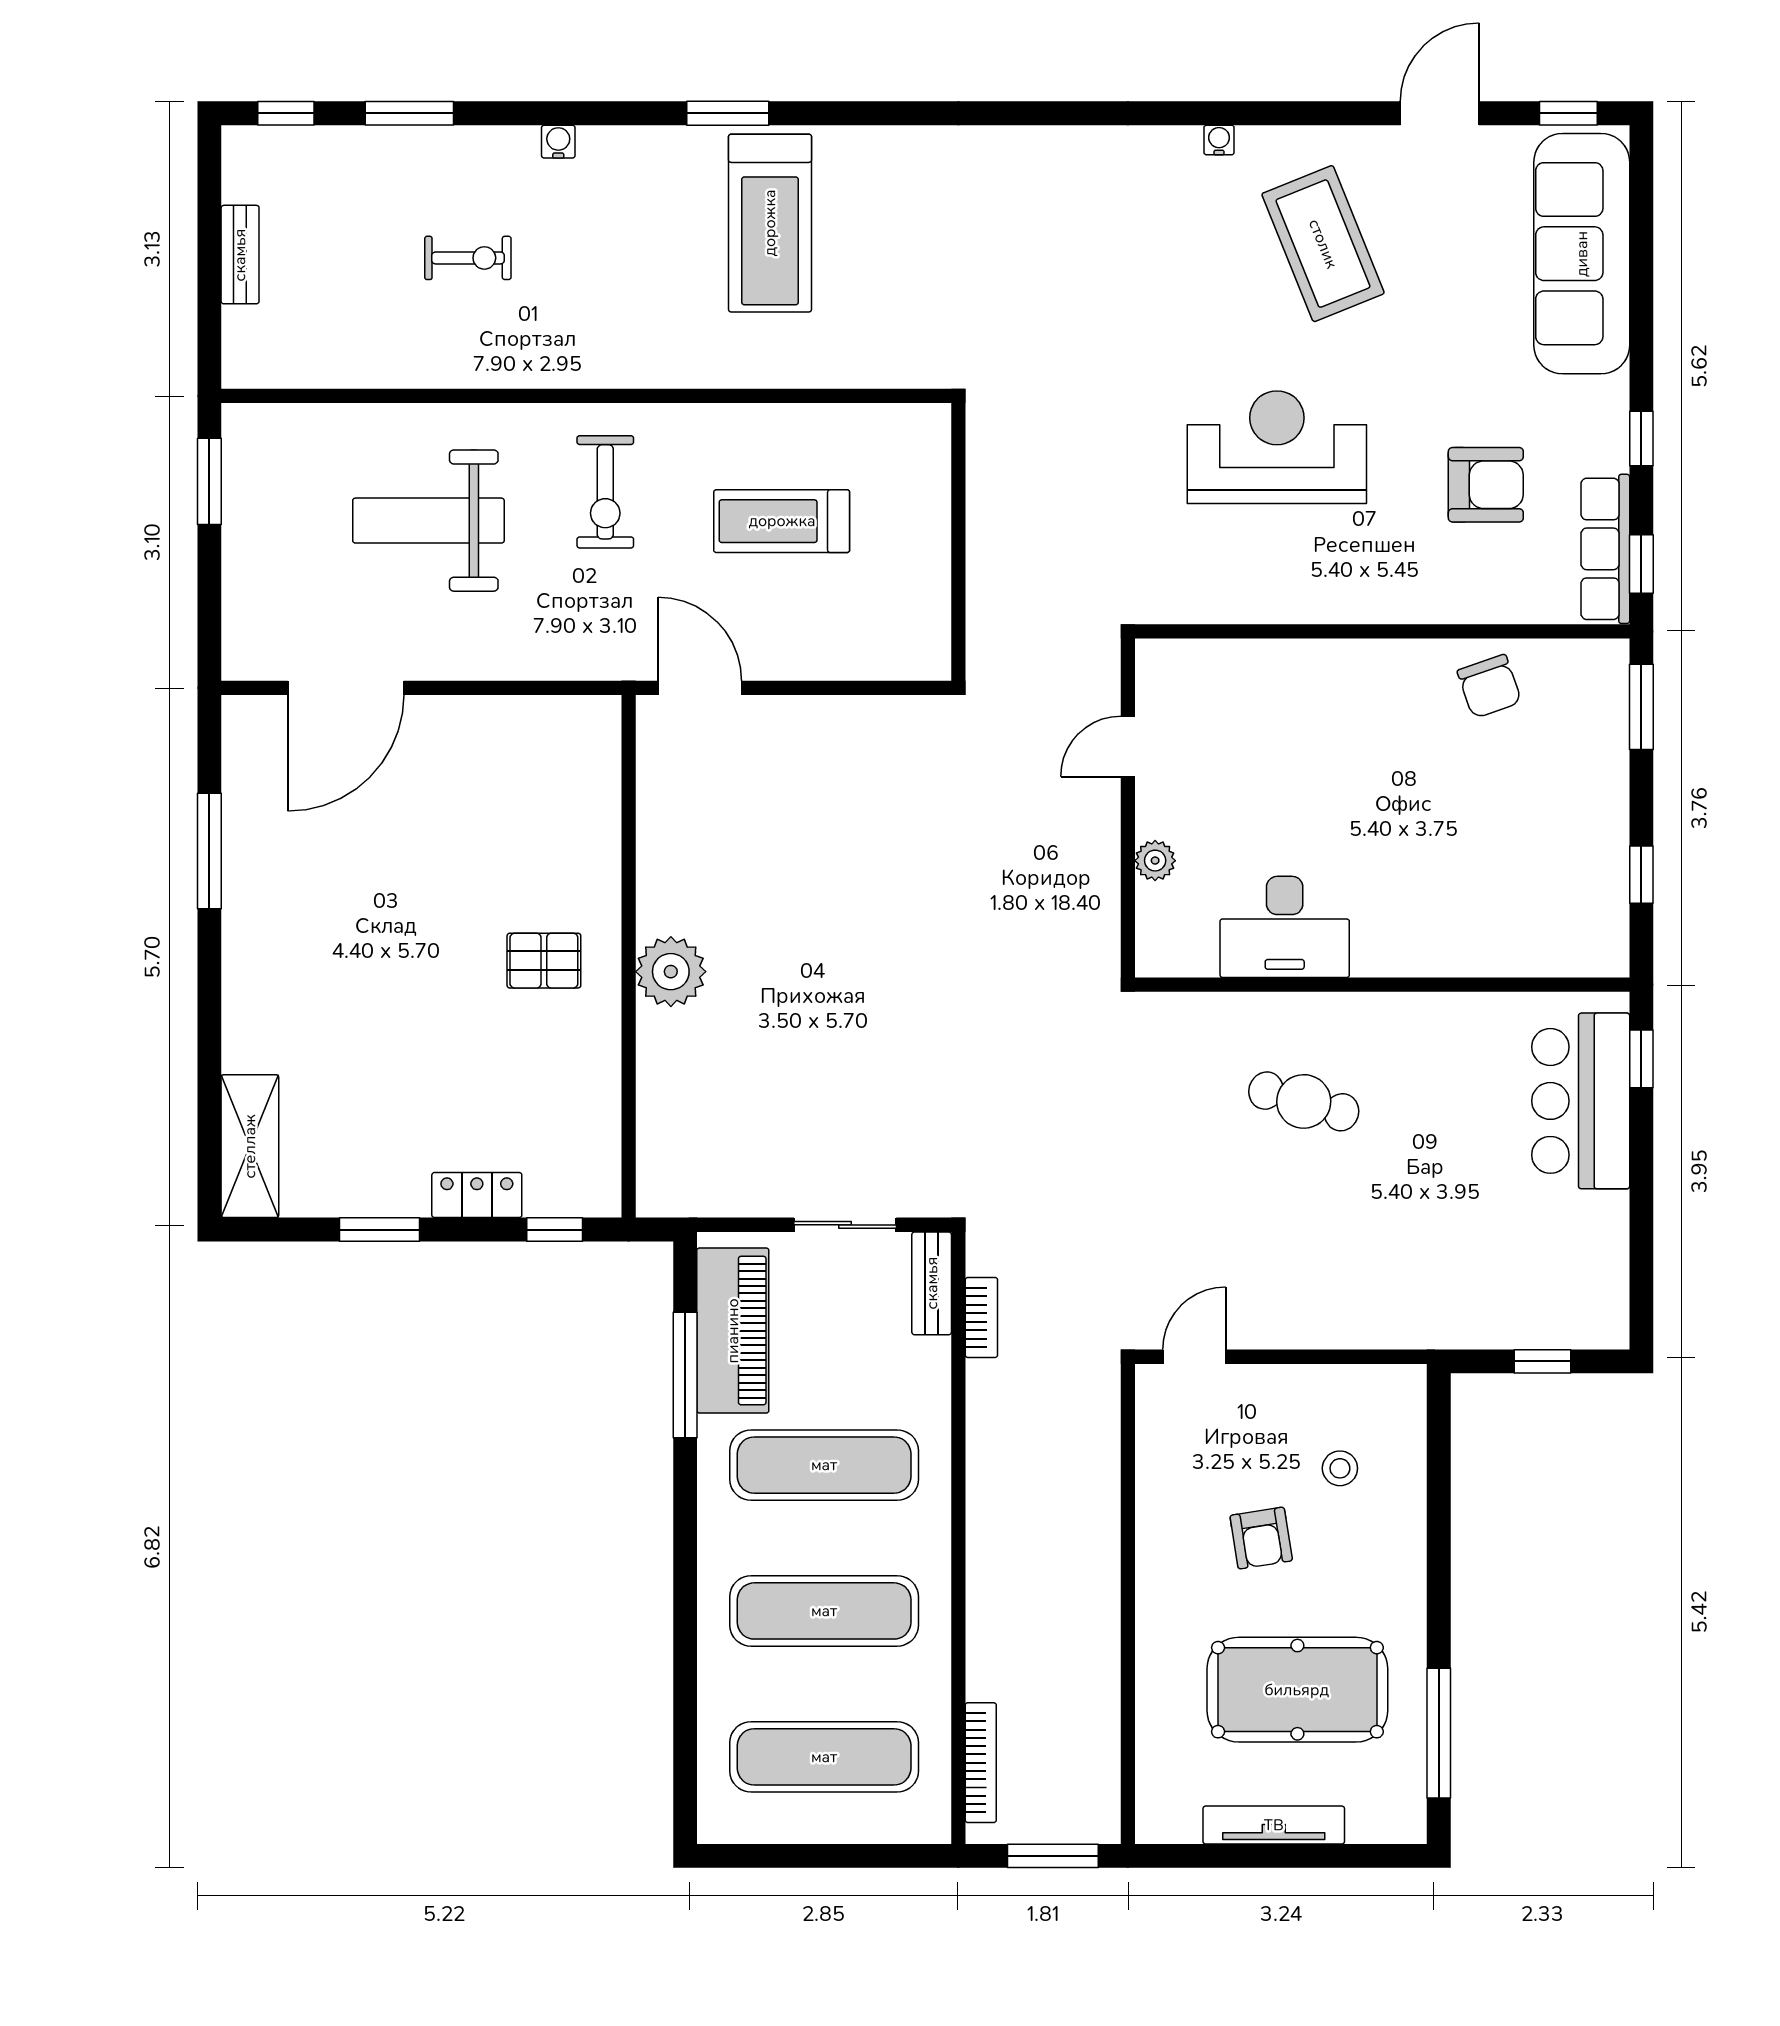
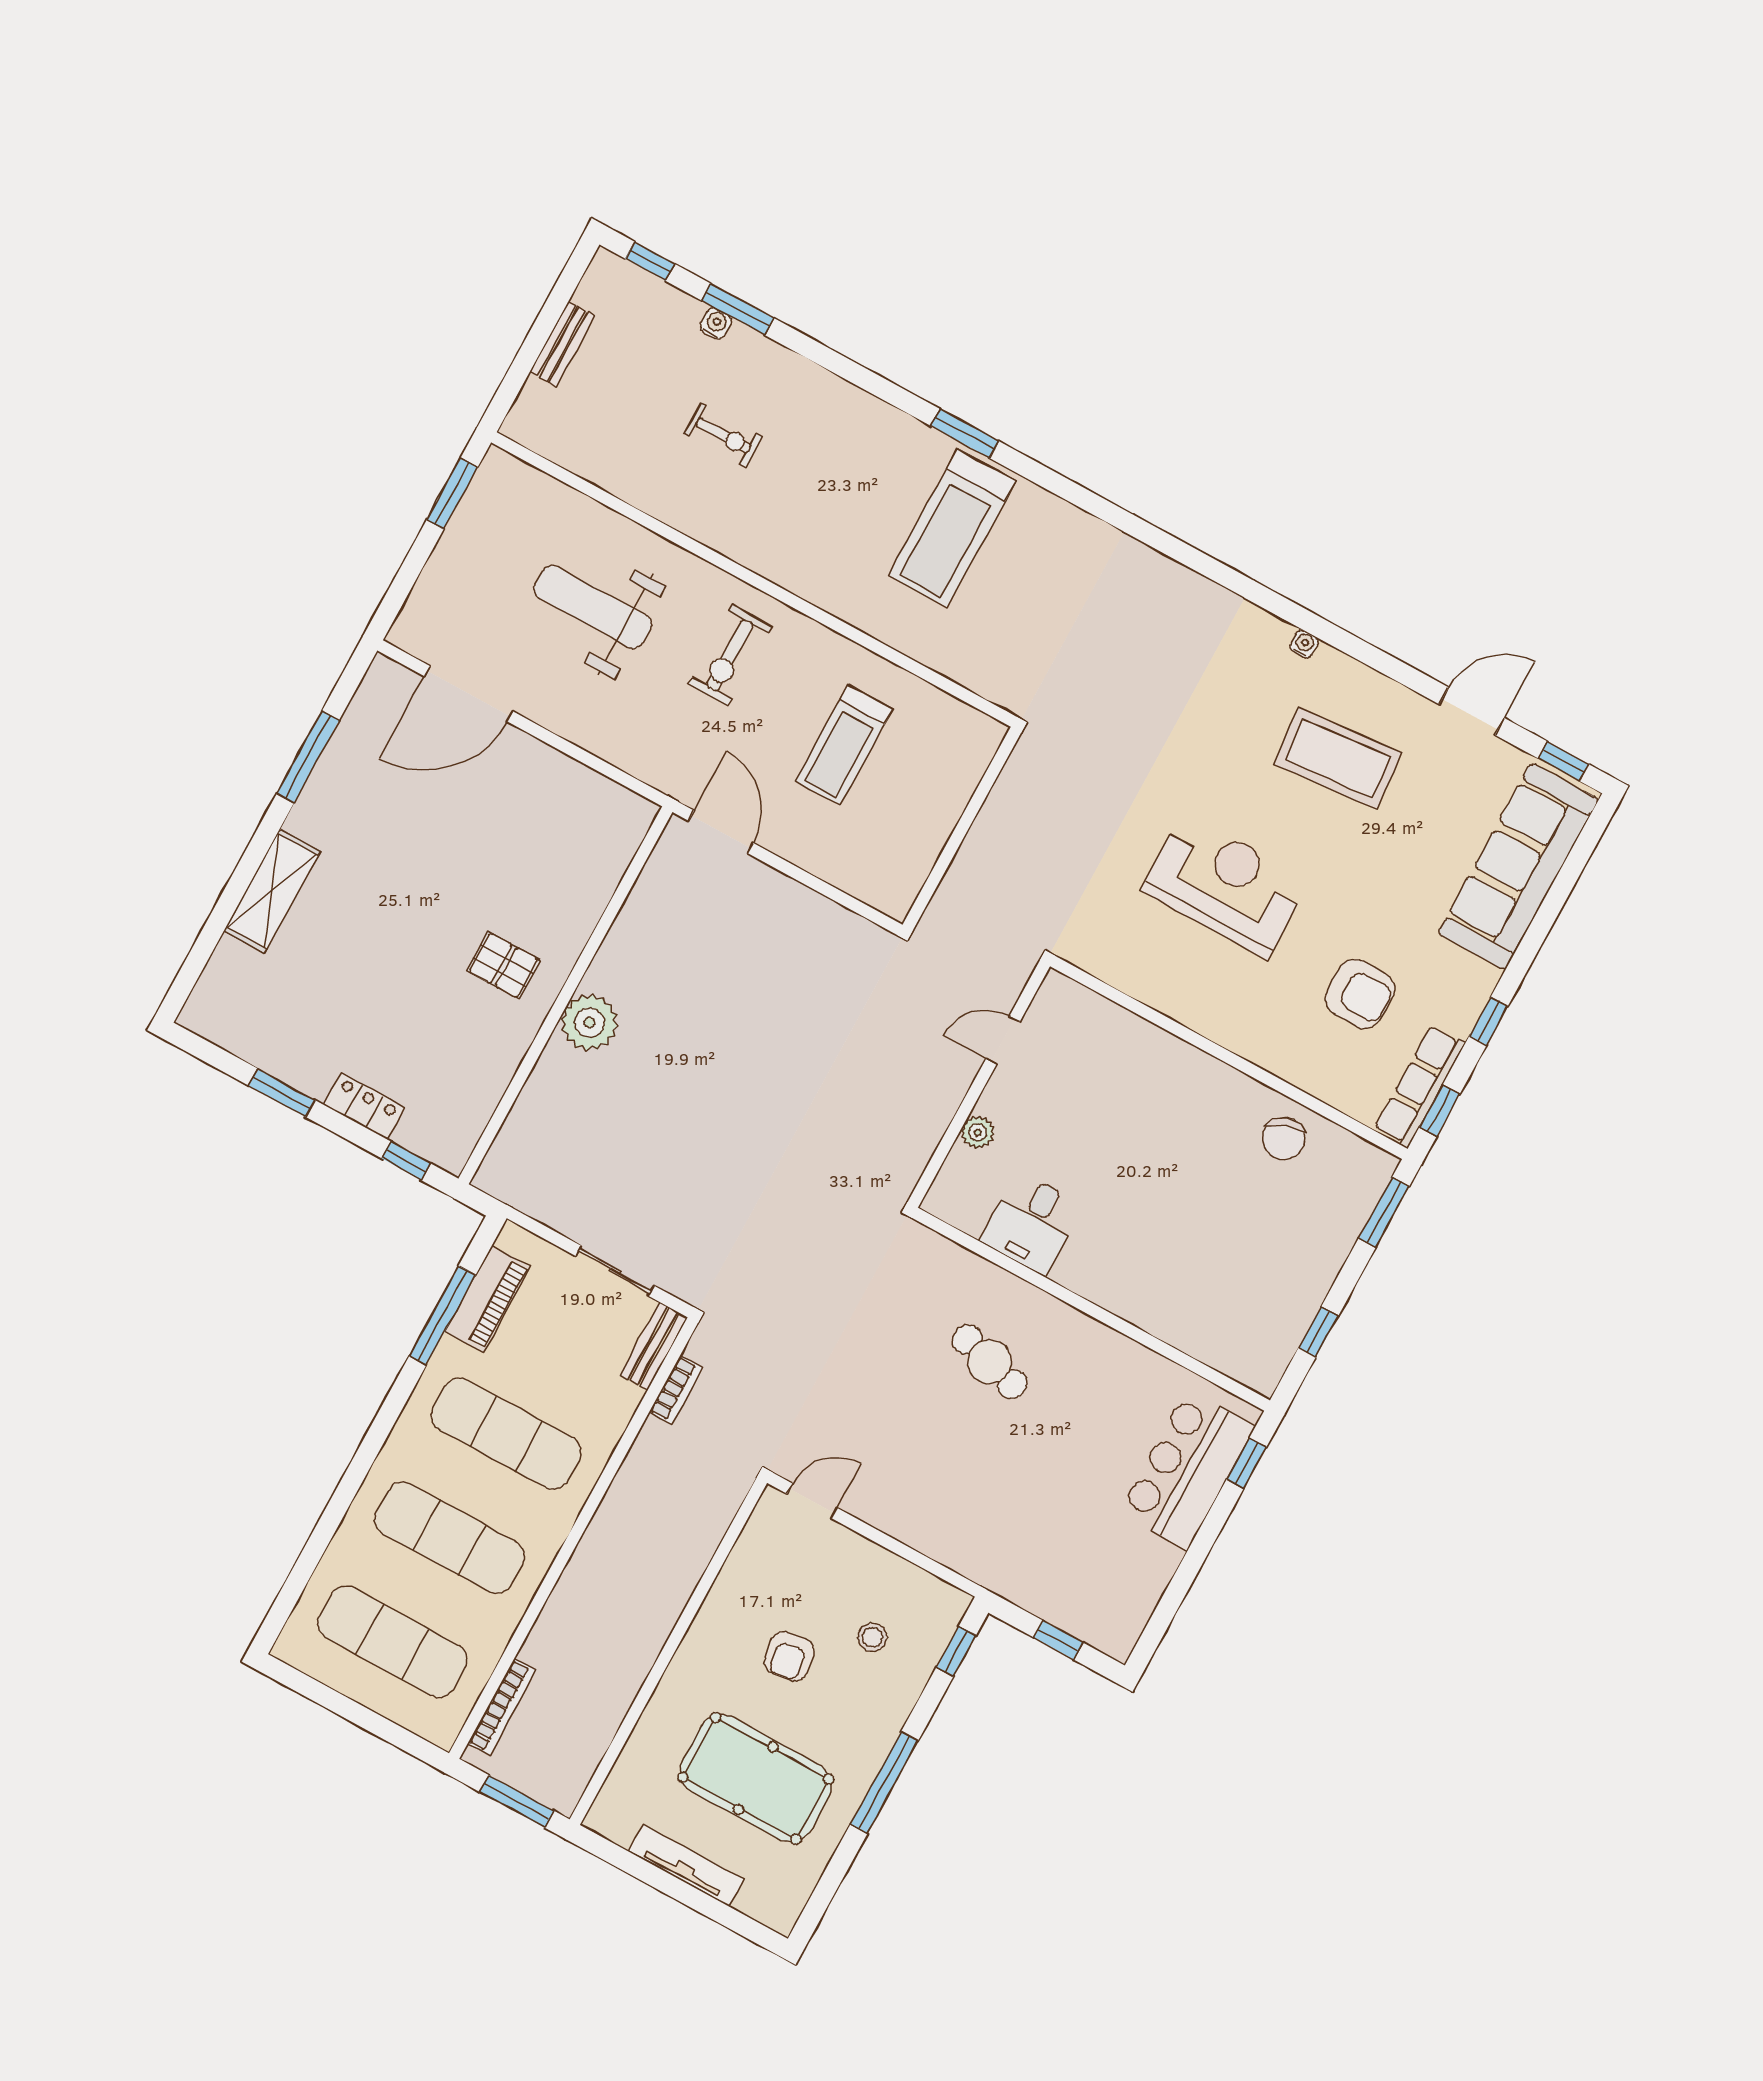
water cooler: (558, 142) -> (716, 323), moved
coffee table: (1323, 244) -> (1338, 758), turned -73
treadmill: (782, 521) -> (844, 745), turned -90
desk: (1285, 927) -> (1032, 1223), width x0.73
shelving: (250, 1146) -> (272, 891), moved
piano: (733, 1331) -> (487, 1299), width x0.73, depth x0.75
window: (1439, 1434) -> (956, 1651), added
window: (1439, 1733) -> (884, 1783), moved

